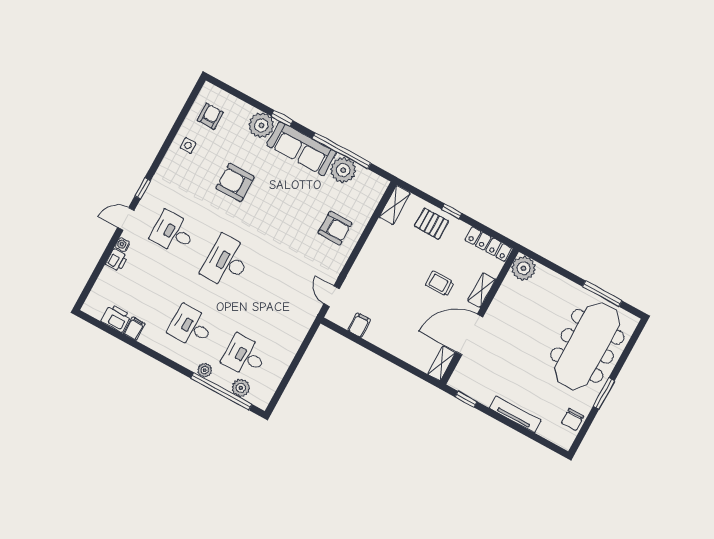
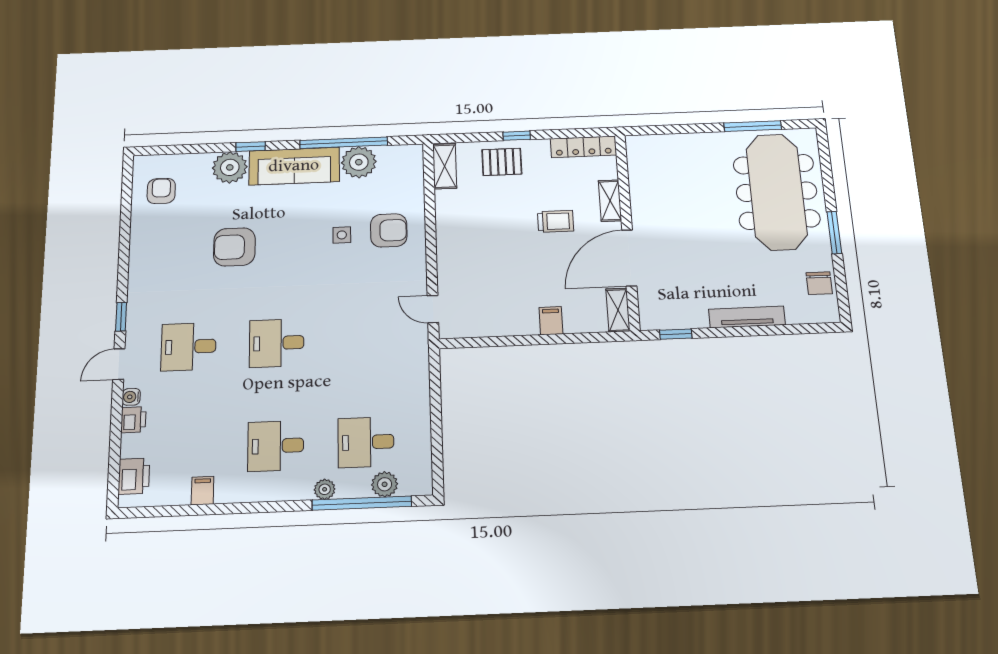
side table: (188, 146) -> (342, 235), moved
desk: (226, 262) -> (277, 343), width x0.73
plant: (524, 268) -> (642, 150), removed
trolley: (440, 284) -> (556, 221), turned 180
printer: (116, 318) -> (134, 476), moved, turned 90
filing cabinet: (359, 325) -> (551, 321), moved

